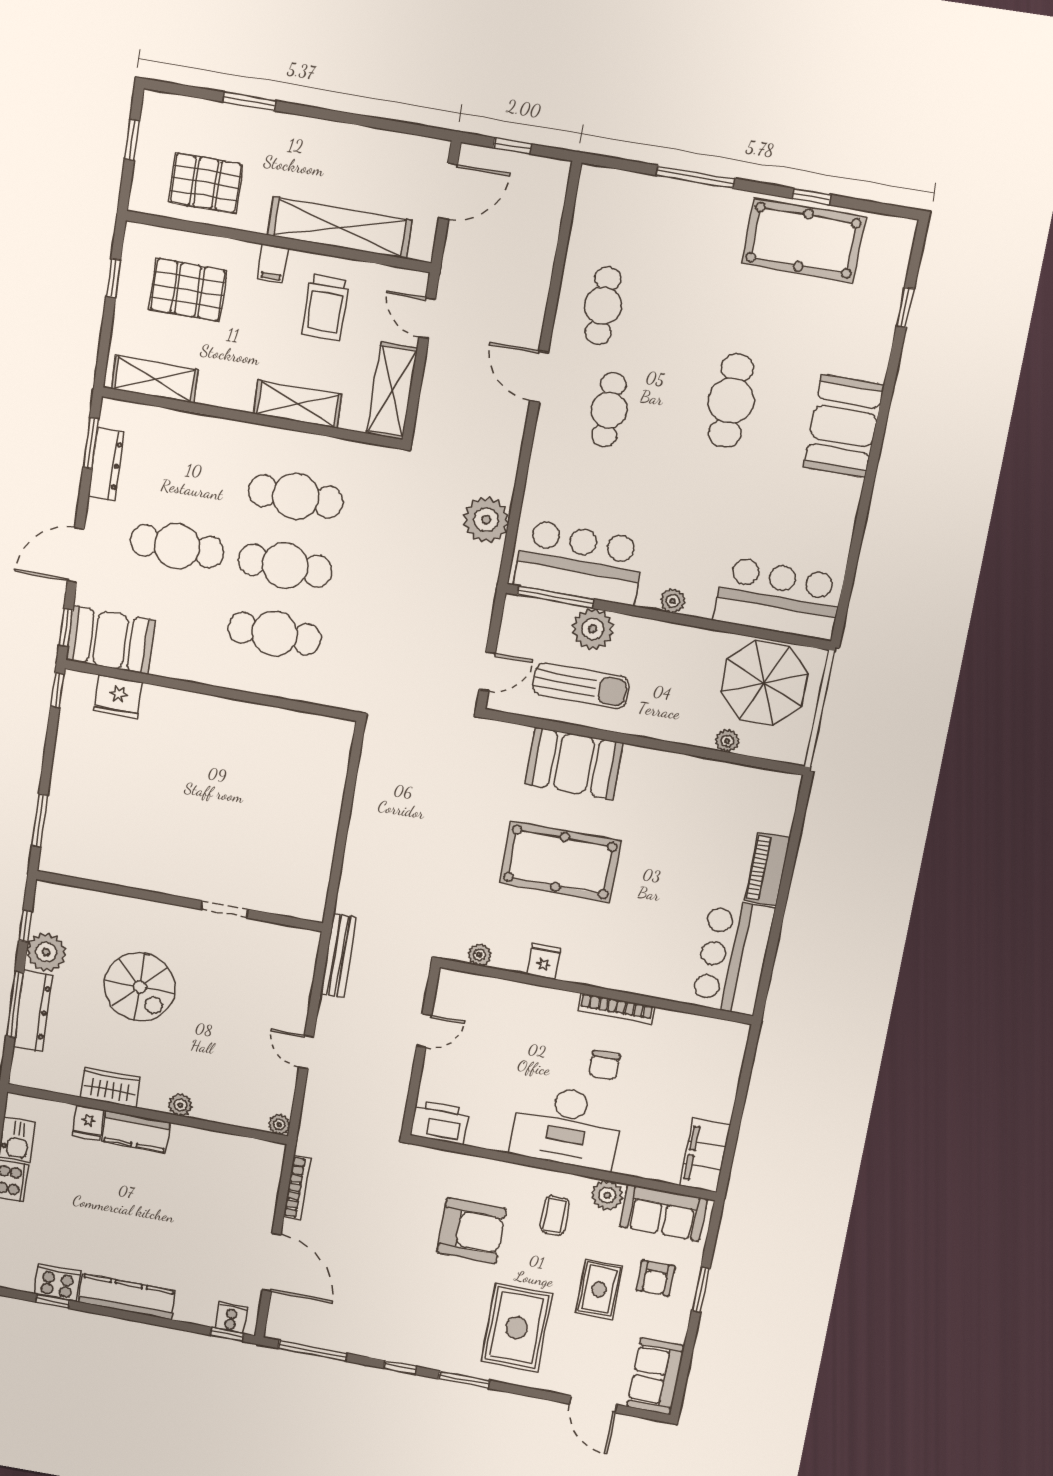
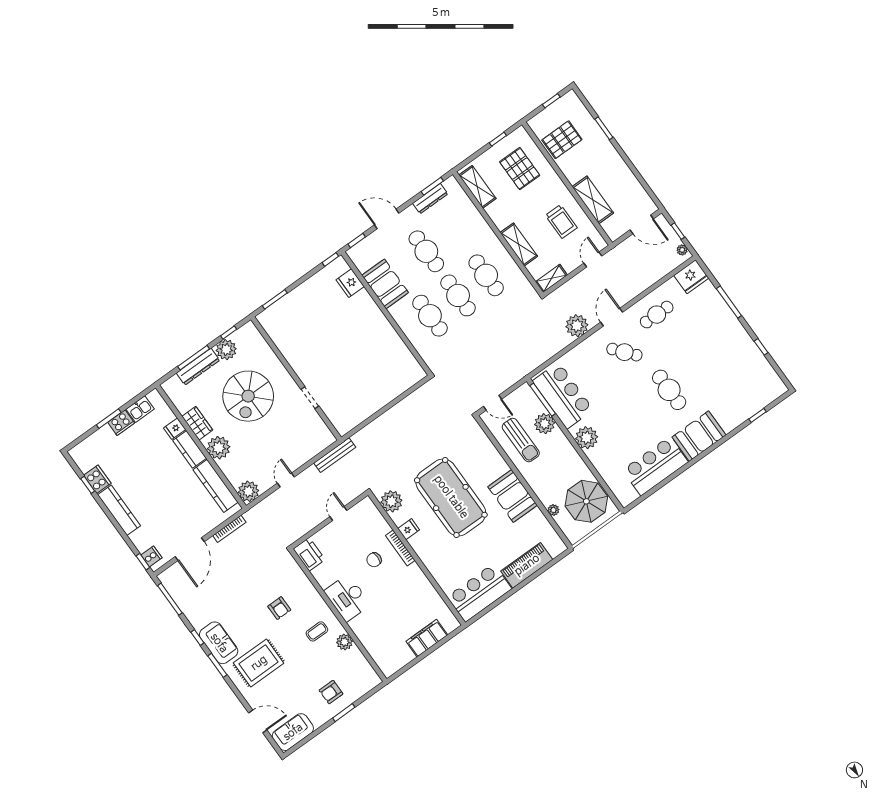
plant: (547, 168) -> (682, 250), added
pallet: (206, 183) -> (562, 140), turned 90
fridge: (600, 195) -> (691, 277), added
shelving: (340, 228) -> (593, 200), width x0.68
pool table: (803, 240) -> (745, 359), removed
filing cabinet: (273, 264) -> (558, 189), removed
trolley: (325, 308) -> (561, 221), turned -90
shelving: (392, 391) -> (551, 278), width x0.67, depth x0.75
cafe table: (731, 401) -> (669, 390), turned 90
cafe table: (609, 410) -> (624, 352), turned 50
plant: (486, 520) -> (577, 326), moved
bar counter: (778, 598) -> (655, 466), moved, turned -90
plant: (673, 601) -> (587, 438), width x1.87, depth x1.87
booth: (110, 640) -> (385, 284), moved
booth: (574, 764) -> (513, 496), moved
pool table: (560, 862) -> (451, 497), width x1.36, depth x1.32
piano: (767, 869) -> (527, 565), width x1.37, depth x1.33
plant: (480, 955) -> (391, 501), width x1.88, depth x1.88
spiral stairs: (140, 987) -> (248, 396), width x1.37, depth x1.37
bookcase: (616, 1009) -> (400, 548), moved
door: (424, 1031) -> (338, 514), swing flipped
chair: (604, 1065) -> (374, 560), moved
plant: (180, 1105) -> (219, 448), width x1.88, depth x1.88
plant: (279, 1125) -> (249, 491), width x1.88, depth x1.88
desk: (567, 1127) -> (347, 598), width x0.73, depth x0.77
kitchen counter: (220, 1148) -> (216, 486), added
filing cabinet: (705, 1155) -> (427, 638), moved
sofa: (663, 1213) -> (219, 643), moved, turned 180
armchair: (471, 1231) -> (279, 608), width x0.53, depth x0.53
rug: (599, 1289) -> (305, 677), removed
door: (593, 1404) -> (258, 721), swing flipped

